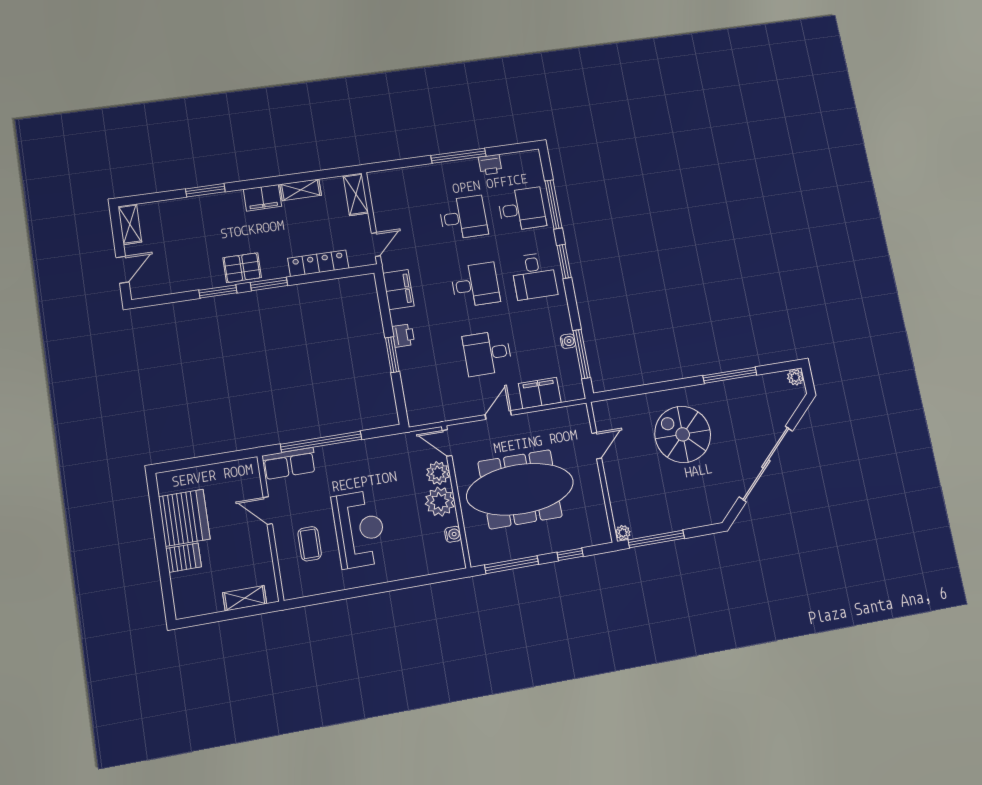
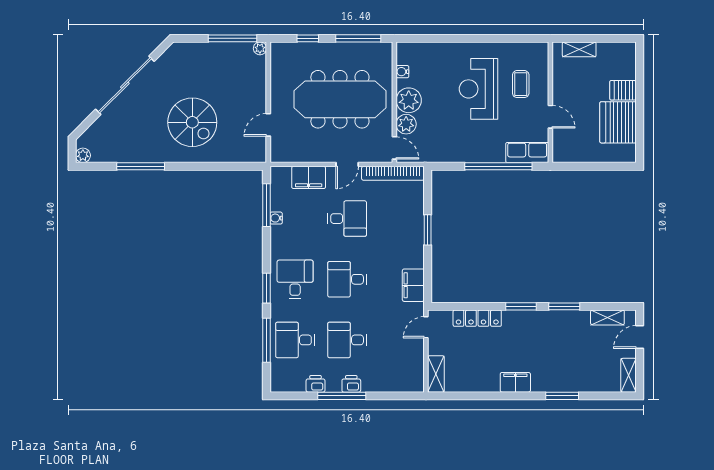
shelving: (301, 190) -> (607, 317), moved
pallet: (242, 268) -> (541, 324), removed
printer: (403, 335) -> (351, 384), moved, turned 90
bookcase: (444, 413) -> (393, 173), added

